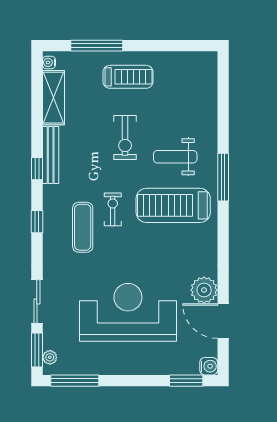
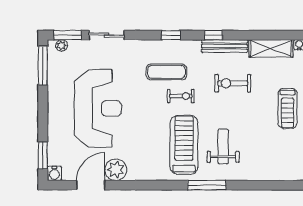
exercise bike: (125, 138) -> (233, 83), moved

